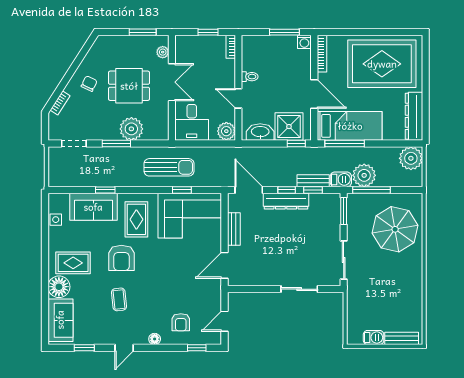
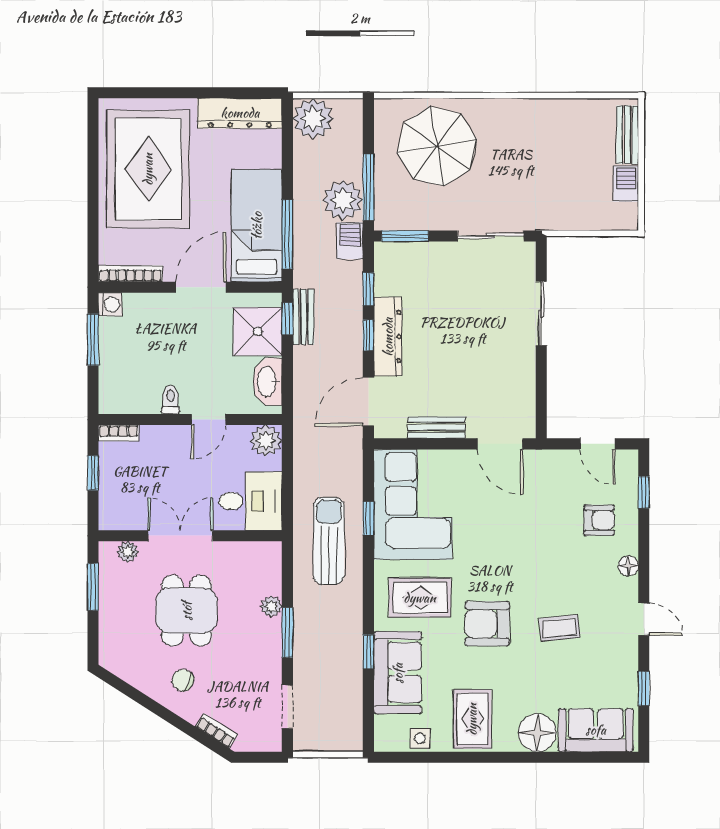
plant: (131, 129) -> (271, 606), width x0.53, depth x0.53
bench: (313, 181) -> (303, 317), moved
armchair: (121, 258) -> (487, 624), turned 180
rug: (73, 263) -> (472, 719), moved

